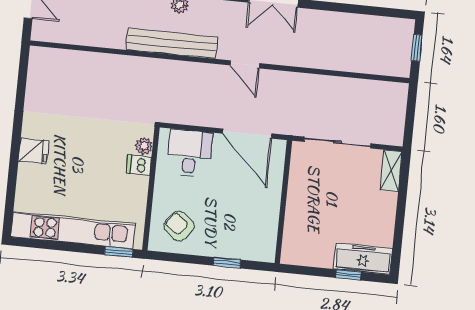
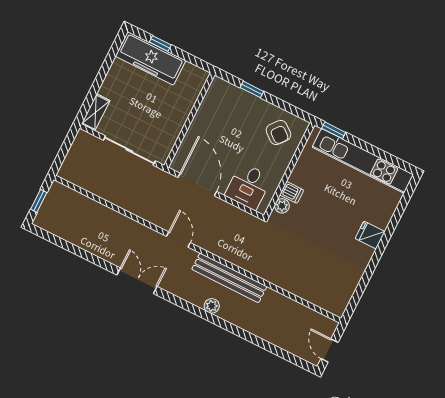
freezer: (363, 259) -> (151, 58), width x1.36, depth x1.26

